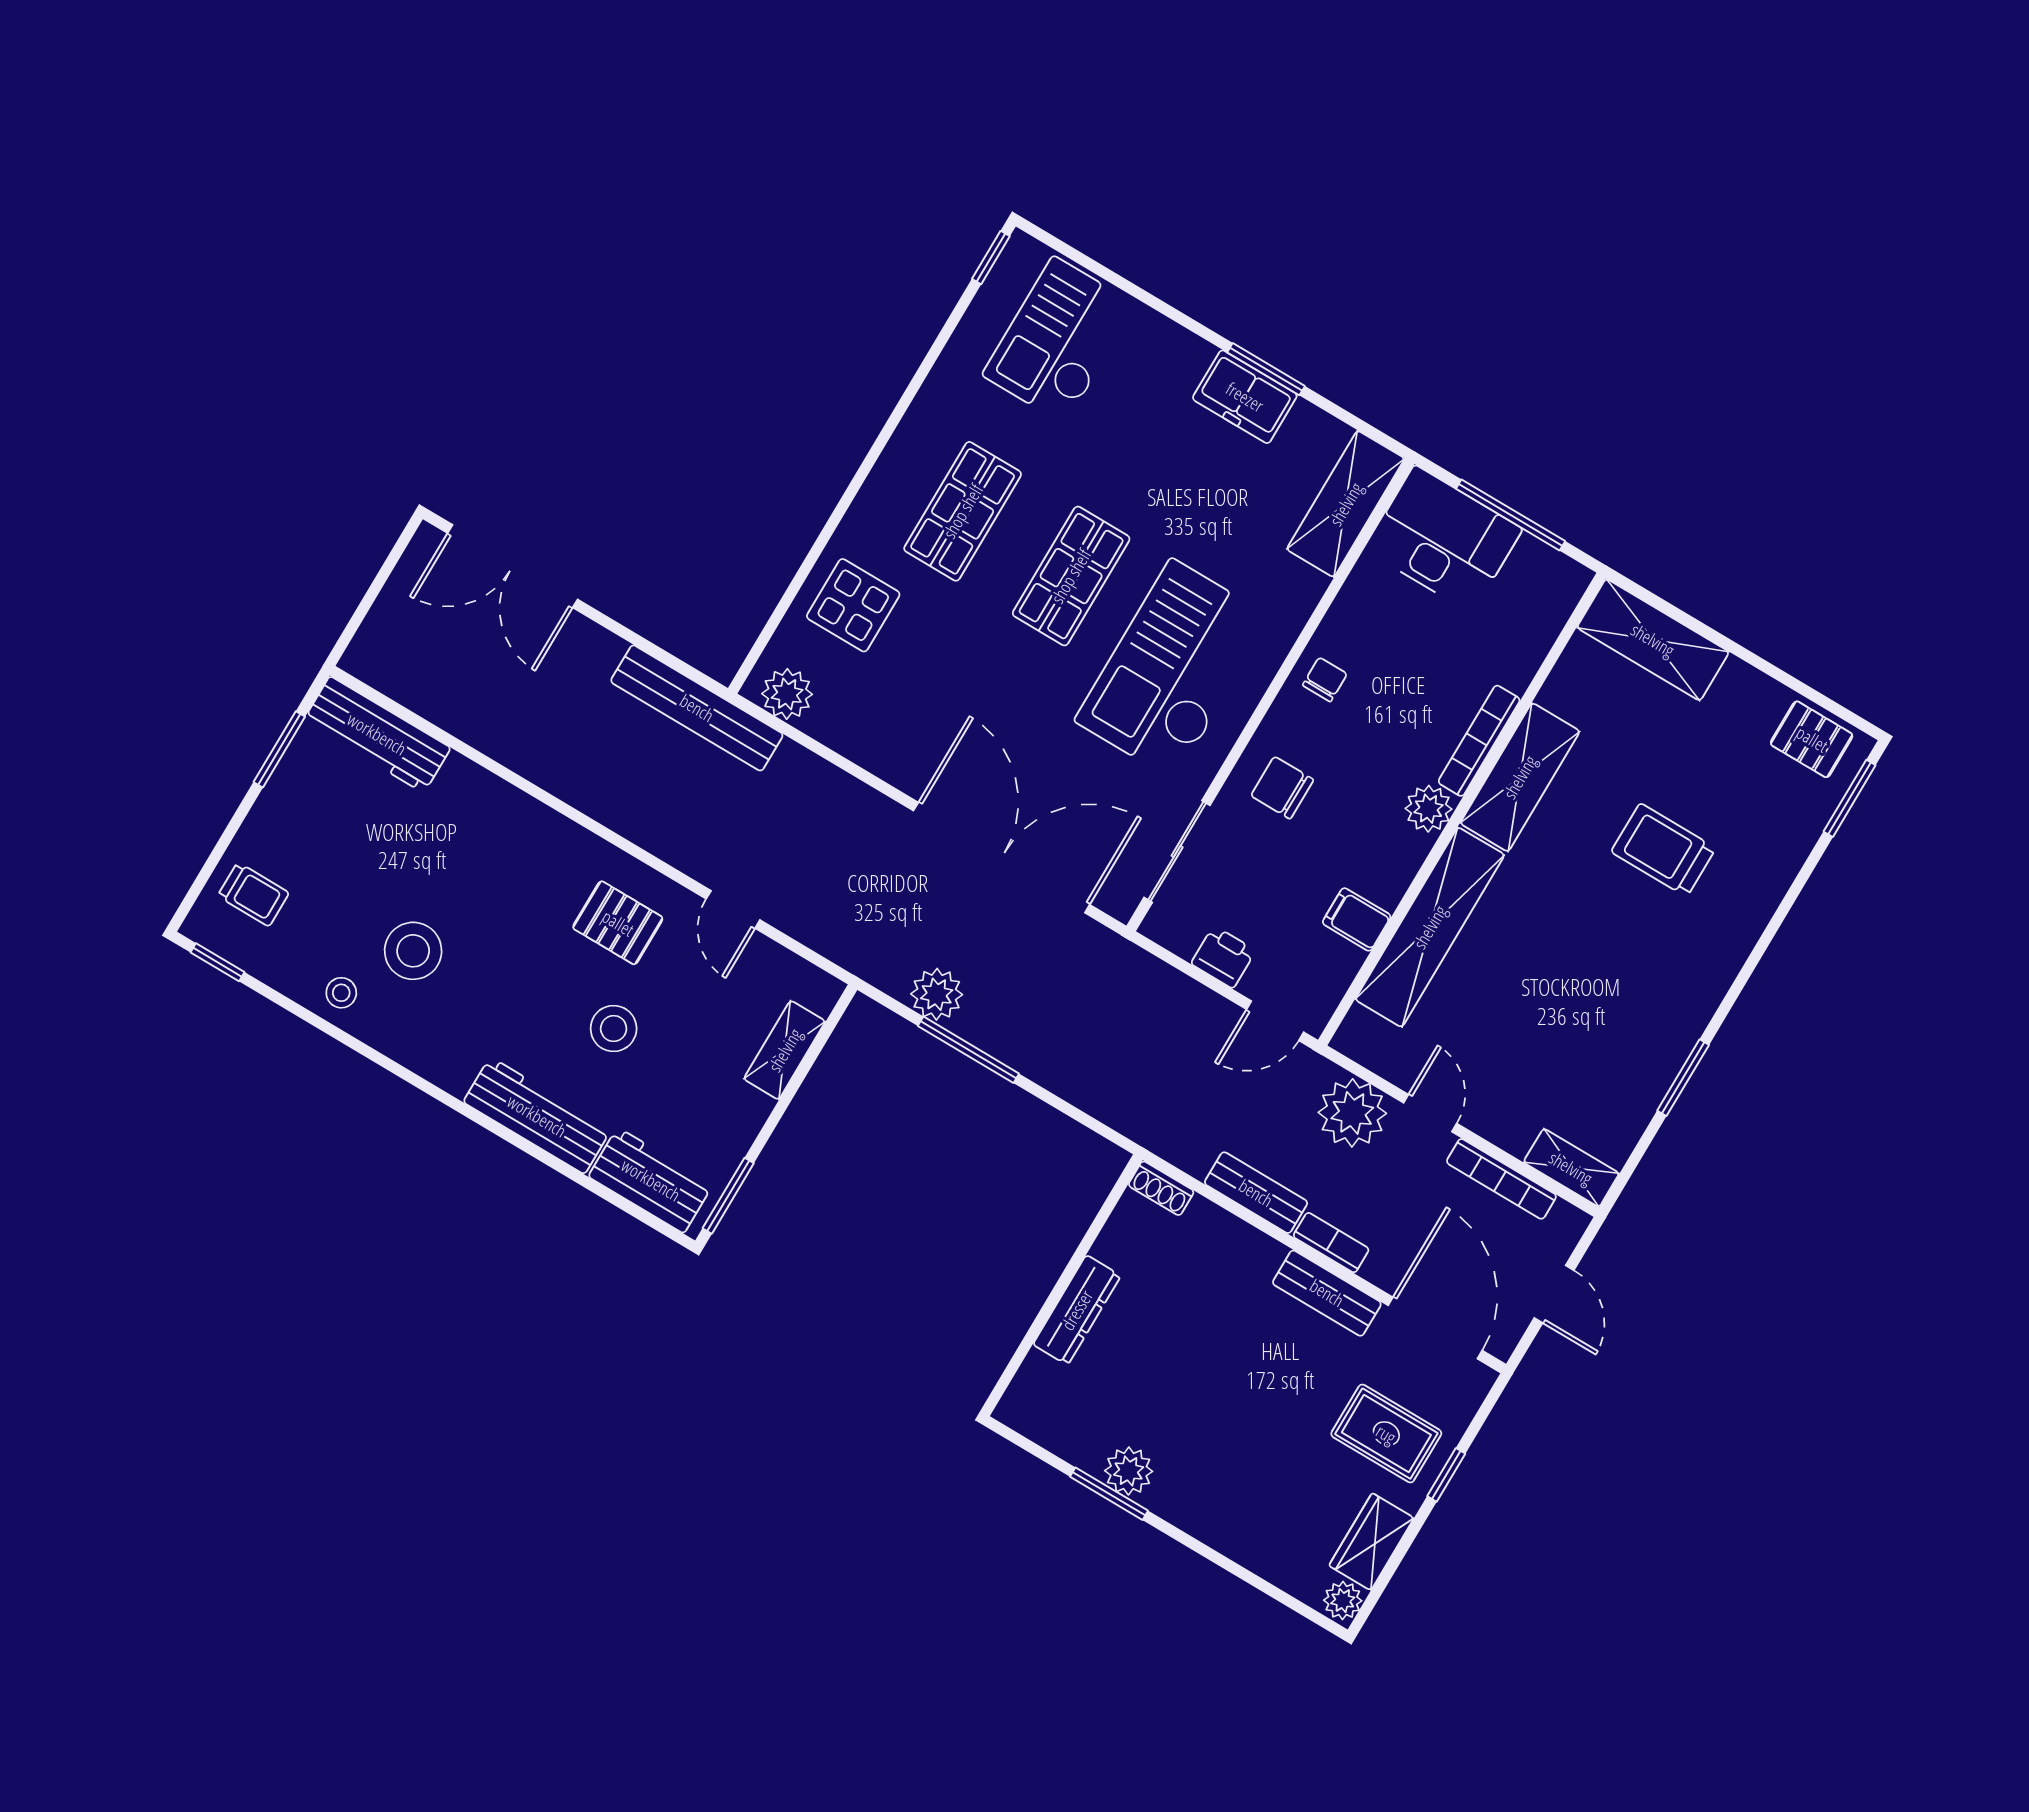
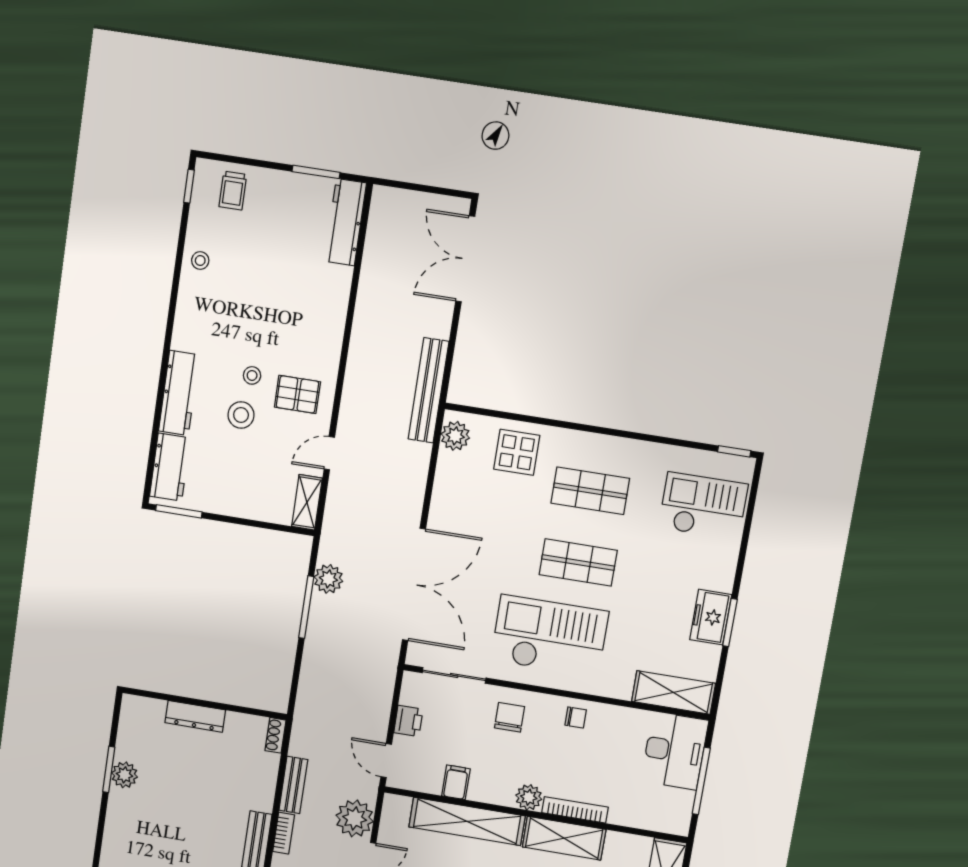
pallet: (618, 923) -> (297, 394), turned 90
stool: (413, 951) -> (252, 375), moved, width x0.53, depth x0.53
shelving: (785, 1050) -> (307, 502), moved, turned 90

